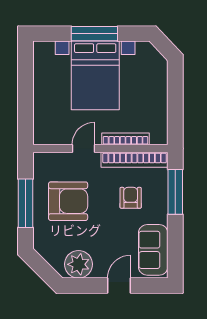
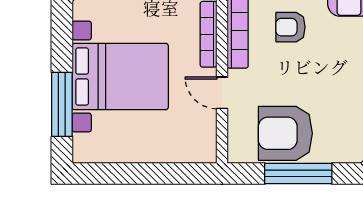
window: (94, 34) -> (62, 104), moved
armchair: (68, 201) -> (285, 133), moved, turned -90

